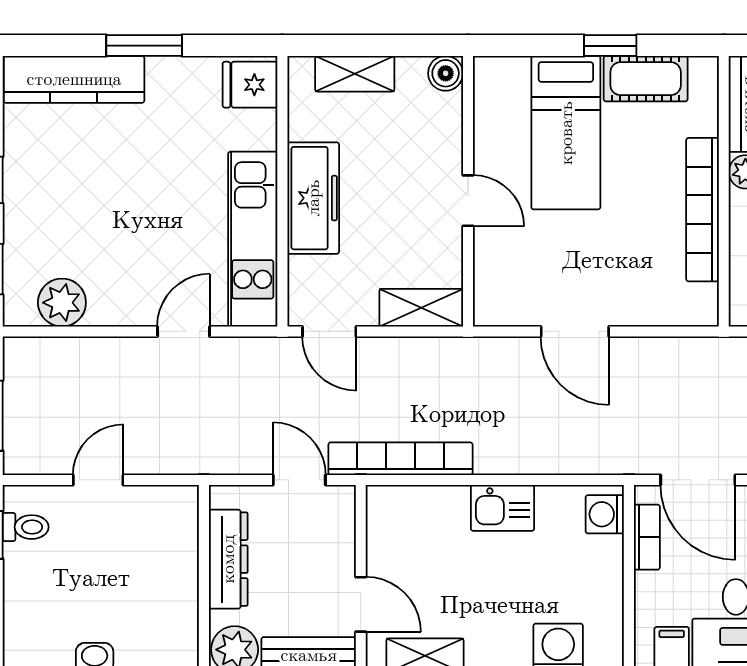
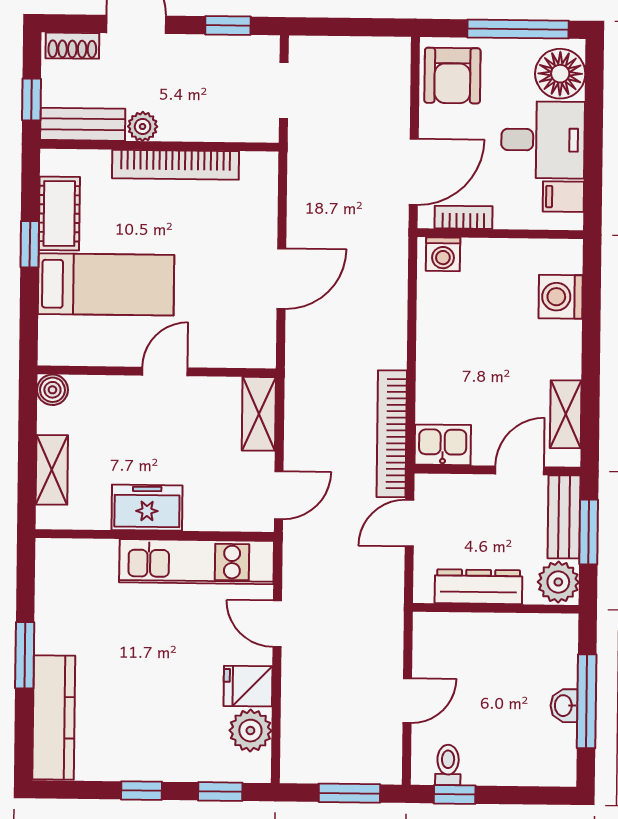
fridge: (250, 85) -> (248, 686), moved, turned 90
freezer: (313, 198) -> (147, 508), width x0.71
door: (98, 480) -> (407, 700), swing flipped
kitchen sink: (502, 508) -> (443, 445), moved, turned -90

